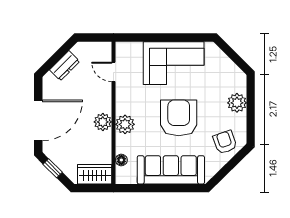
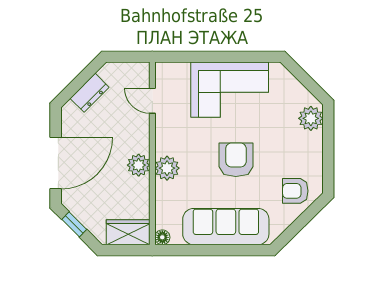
plant: (237, 103) -> (311, 118), moved
armchair: (179, 118) -> (236, 160), width x0.73, depth x0.73
armchair: (225, 142) -> (295, 191), turned -70
floor lamp: (121, 160) -> (162, 237), moved

